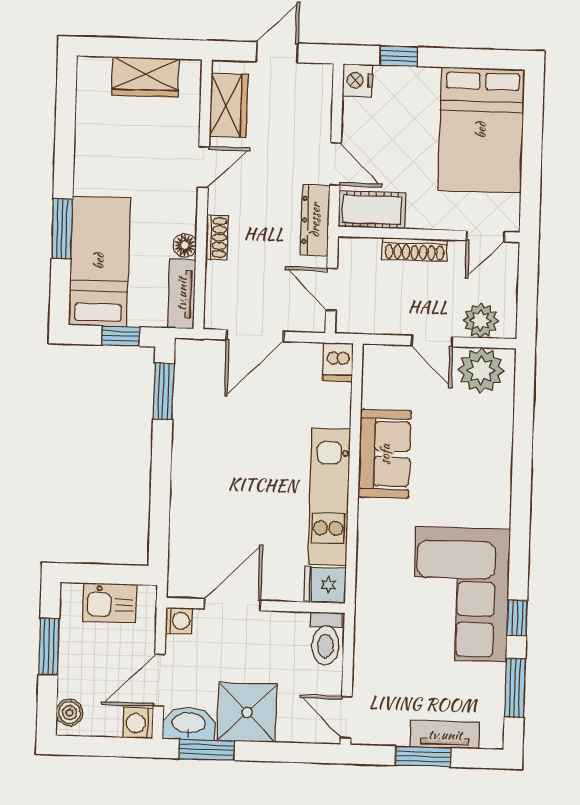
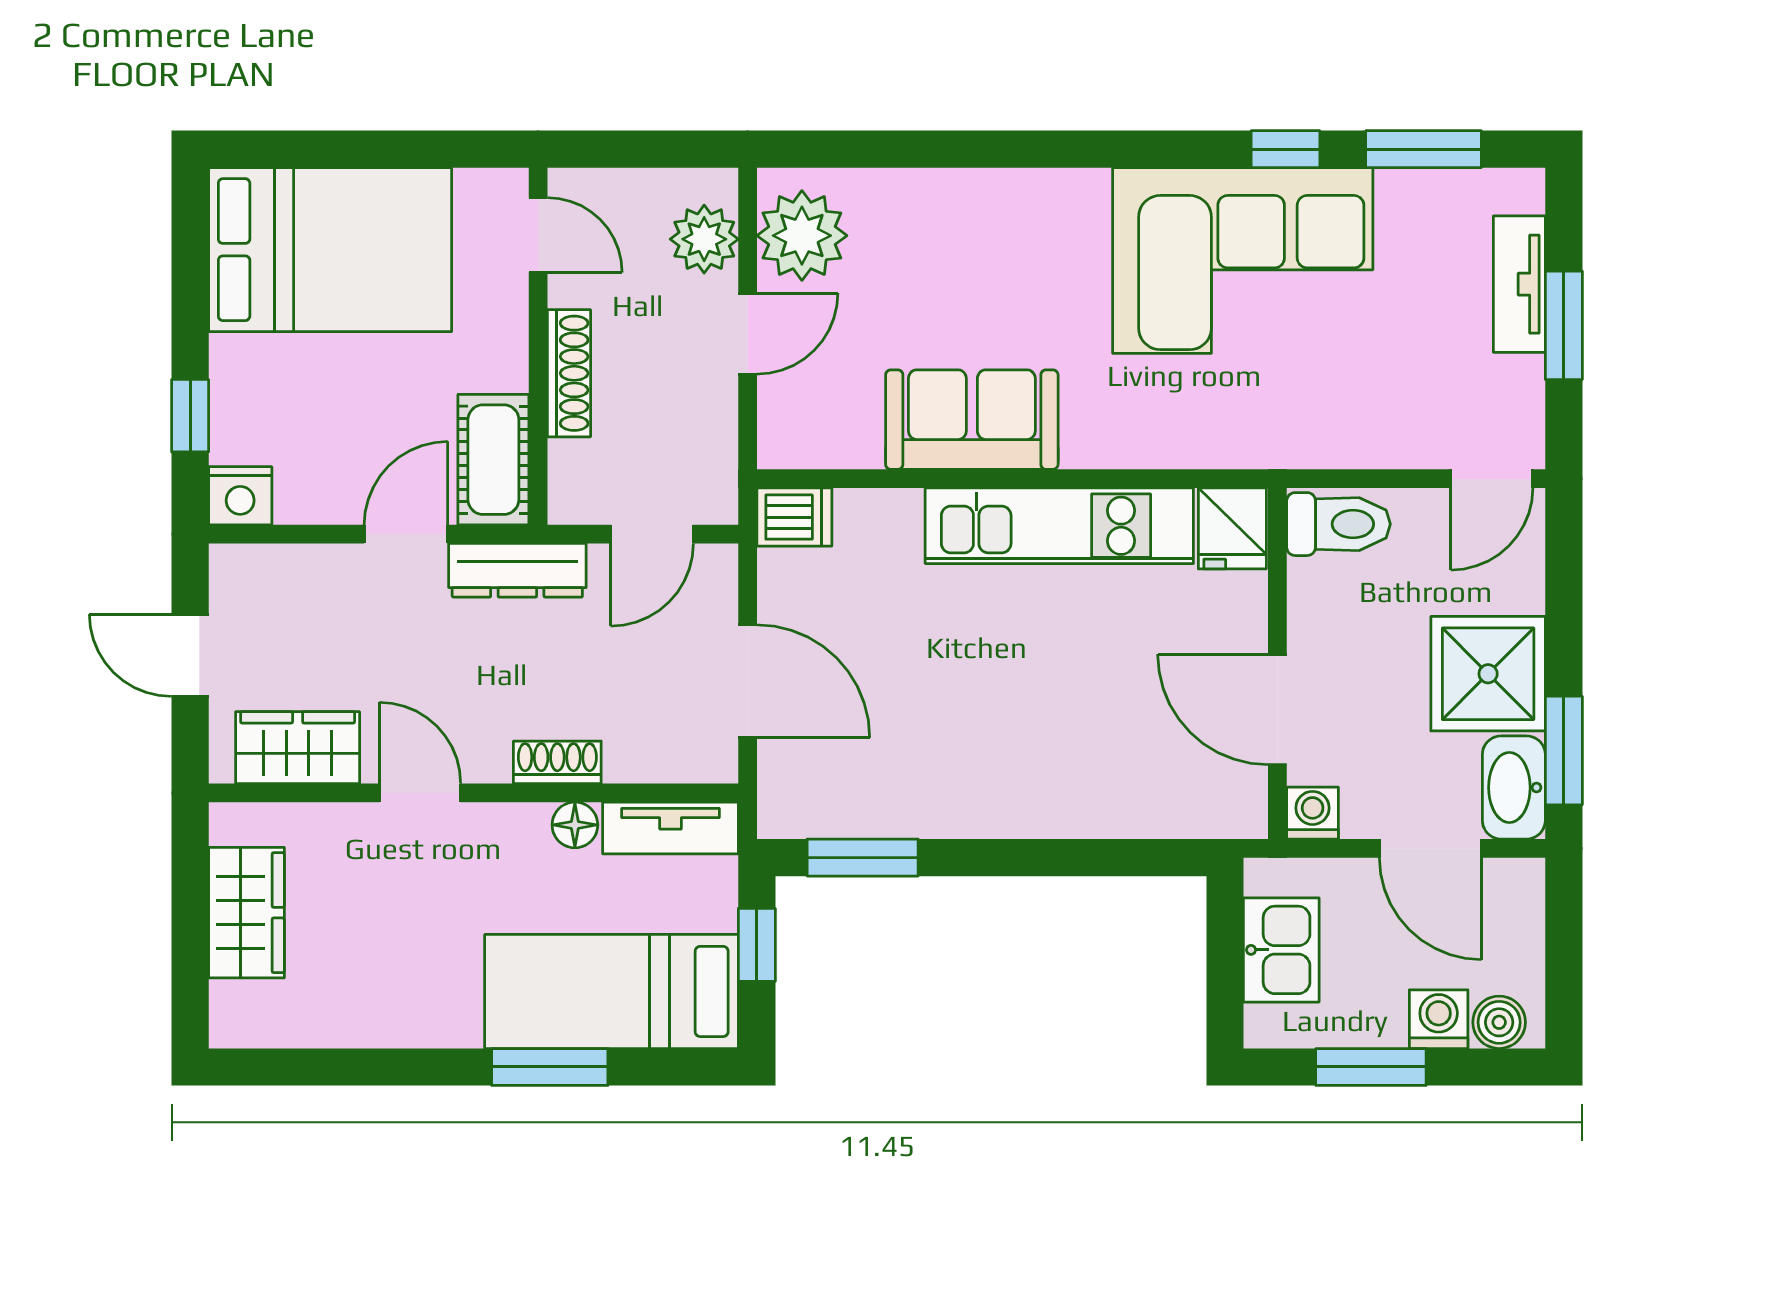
washing machine: (138, 723) -> (1439, 1019), moved, turned 180

